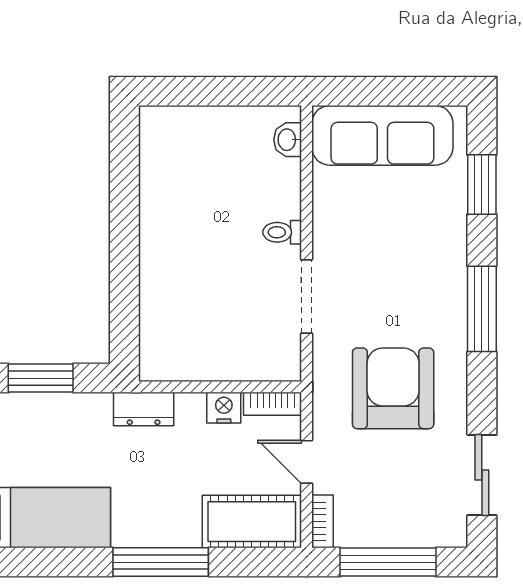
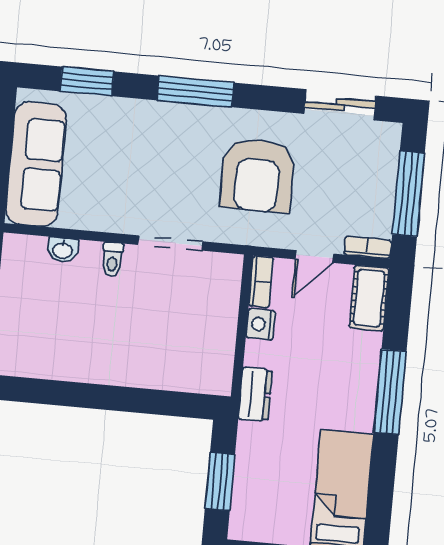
washbasin: (288, 140) -> (63, 250), moved
armchair: (393, 388) -> (257, 175), turned -90
cot: (252, 522) -> (369, 298), width x0.73, depth x0.75

